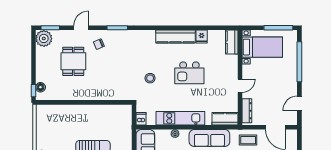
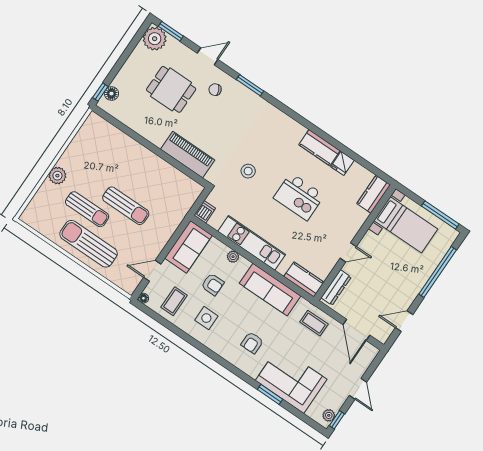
kitchen counter: (175, 37) -> (319, 148), width x0.67
dining table: (73, 61) -> (171, 89), turned 90
piano: (109, 92) -> (188, 155), added

